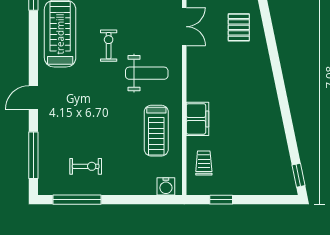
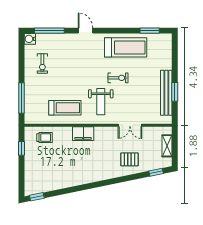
filing cabinet: (198, 119) -> (83, 134), moved
treadmill: (156, 131) -> (65, 108), turned 180
water cooler: (166, 186) -> (30, 39), moved
window: (77, 200) -> (22, 98), moved

